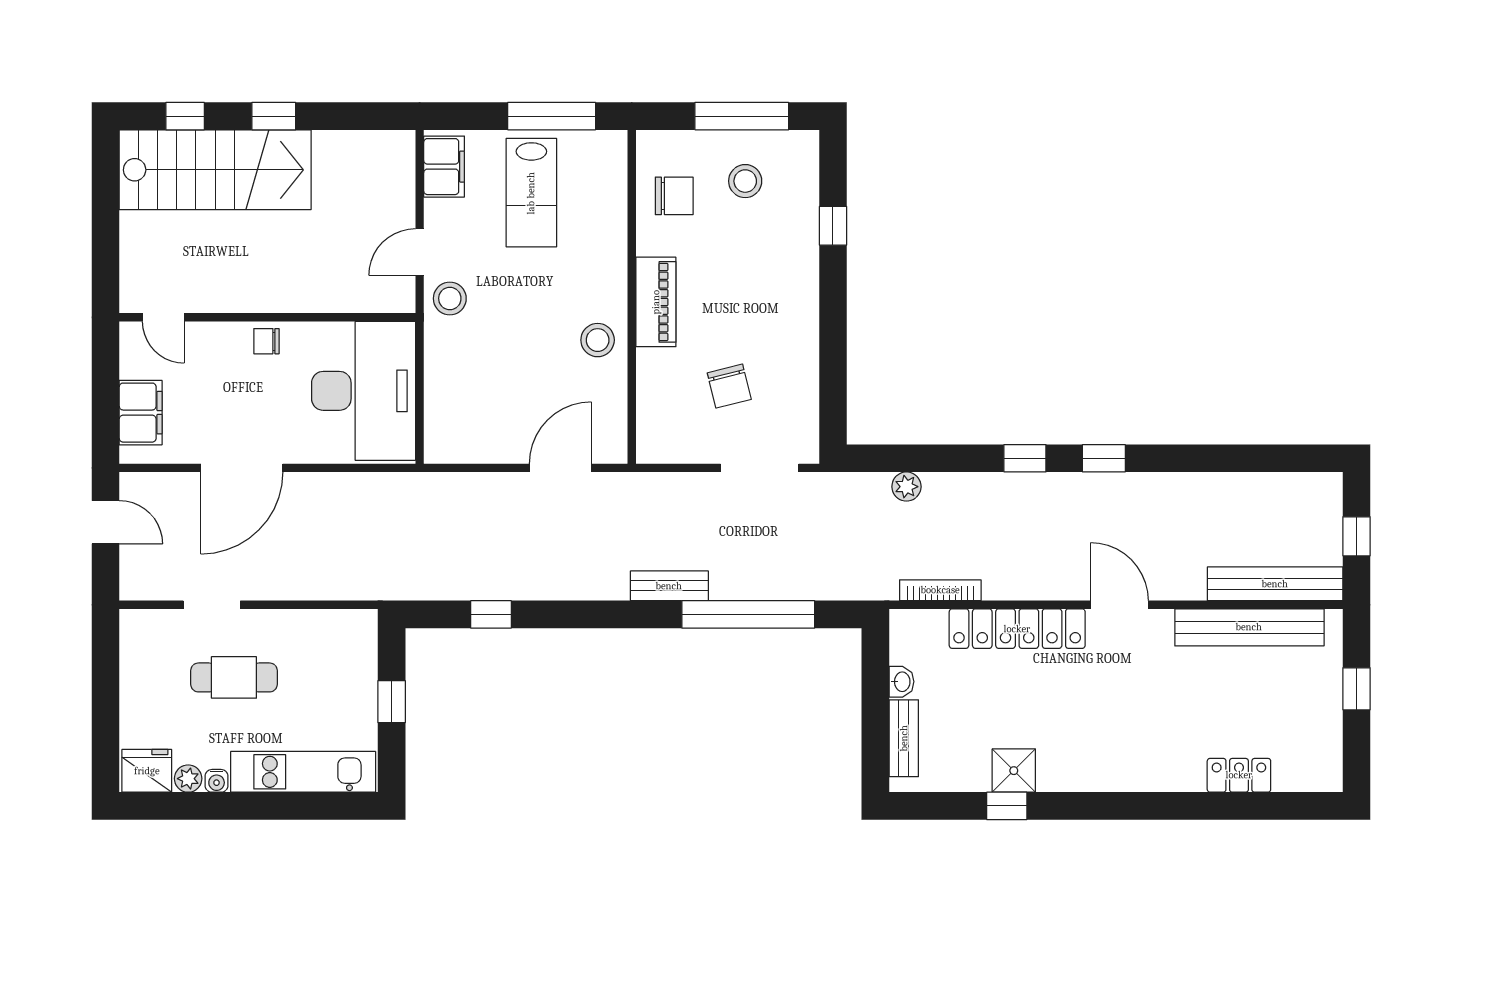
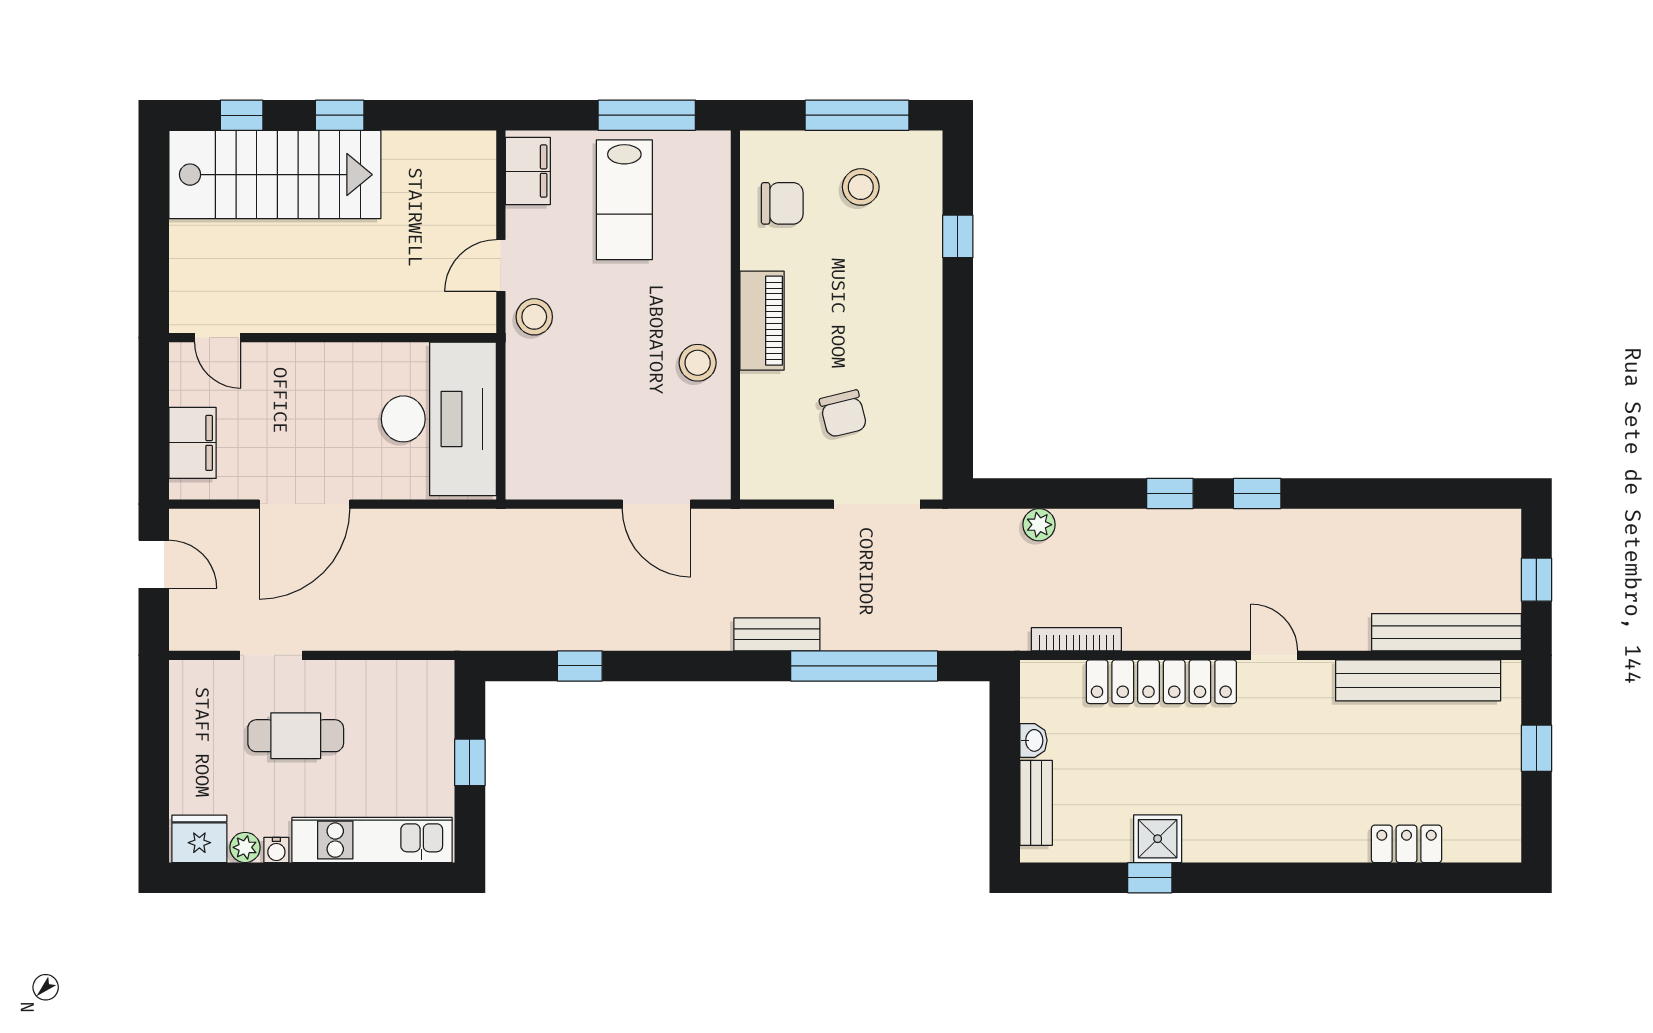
chair: (266, 341) -> (332, 364), removed
door: (560, 468) -> (656, 504), swing flipped
door: (1119, 605) -> (1274, 655), width x0.73

